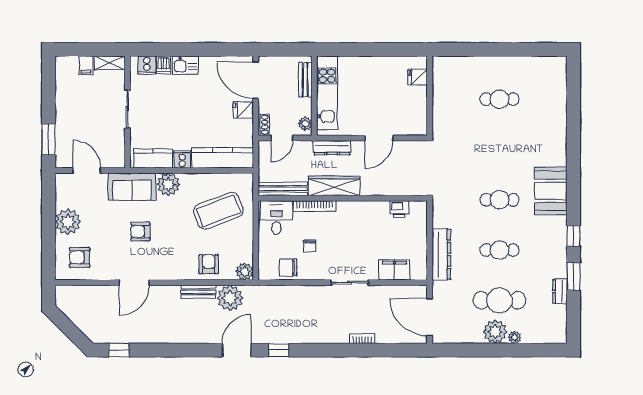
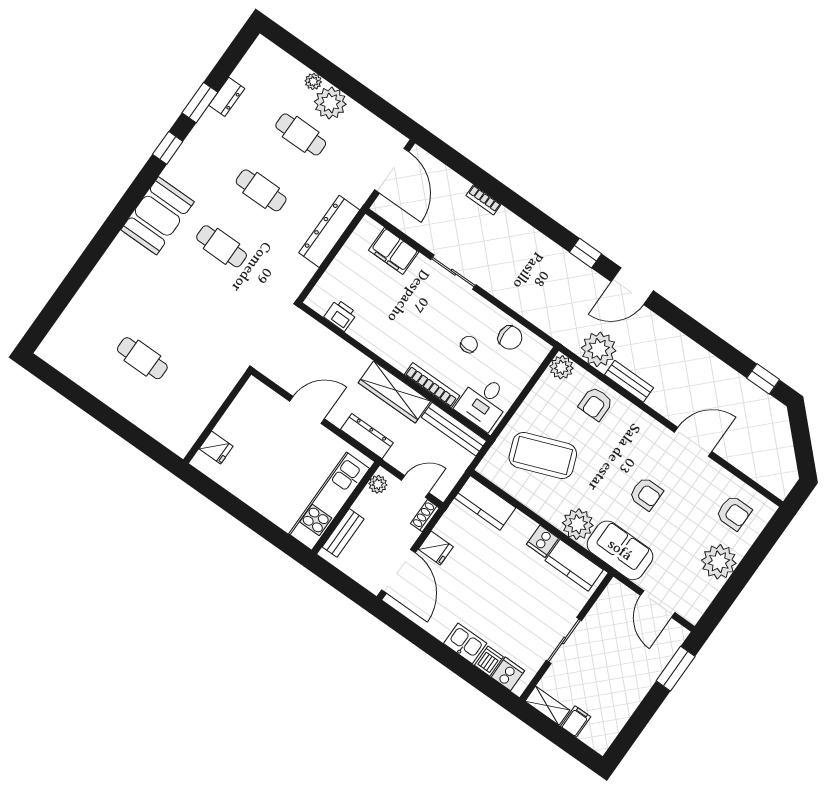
kitchen counter: (223, 158) -> (485, 503), width x0.67
cafe table: (500, 300) -> (301, 134), width x0.73, depth x0.74

